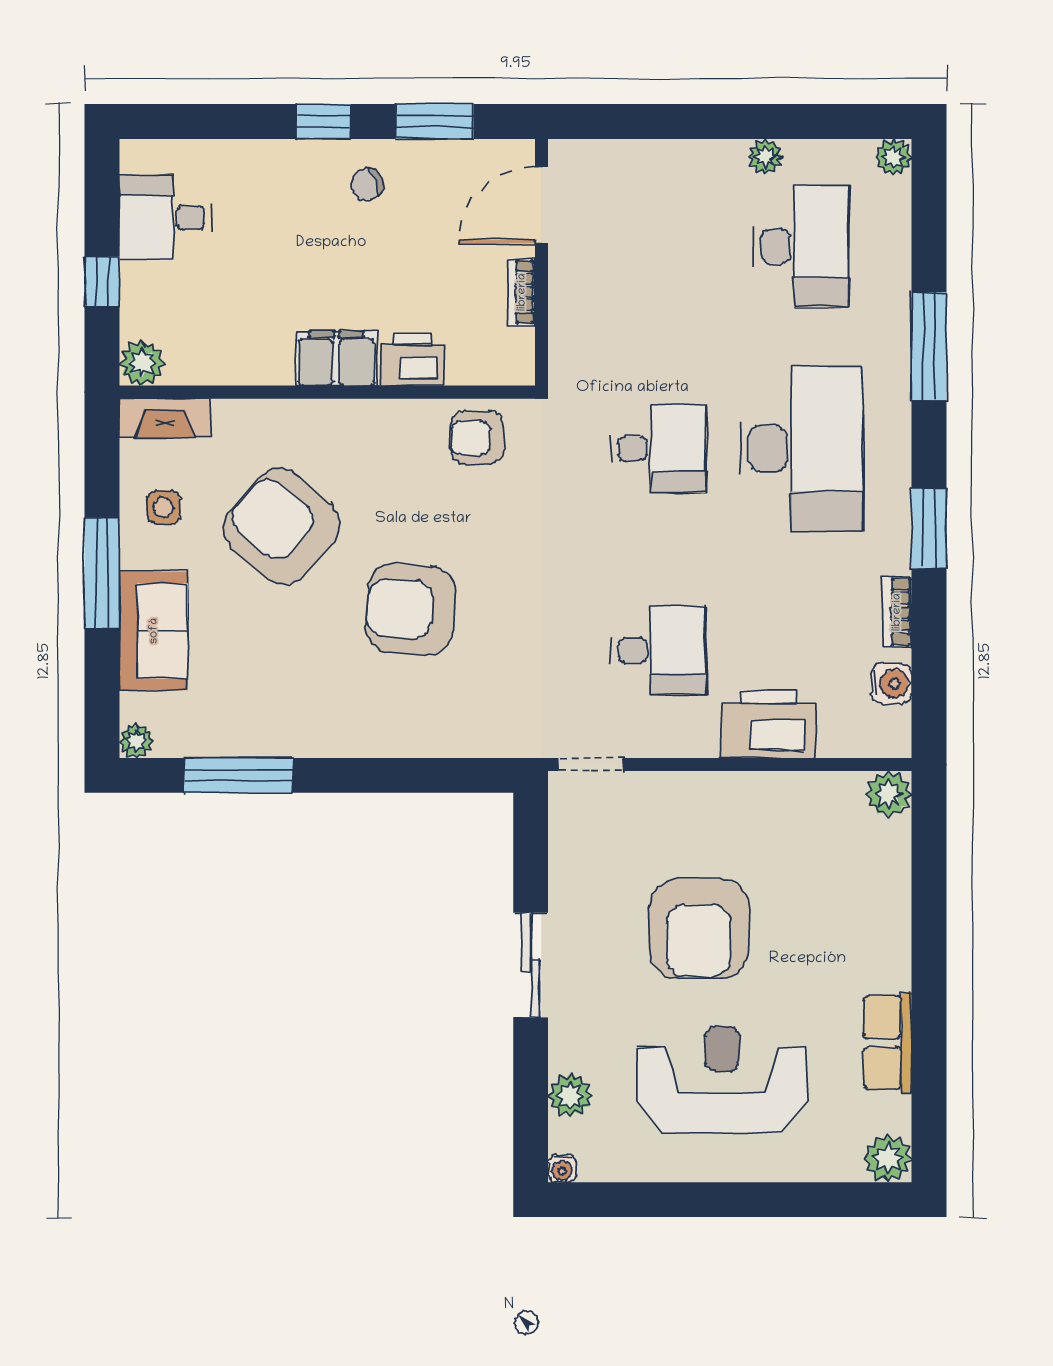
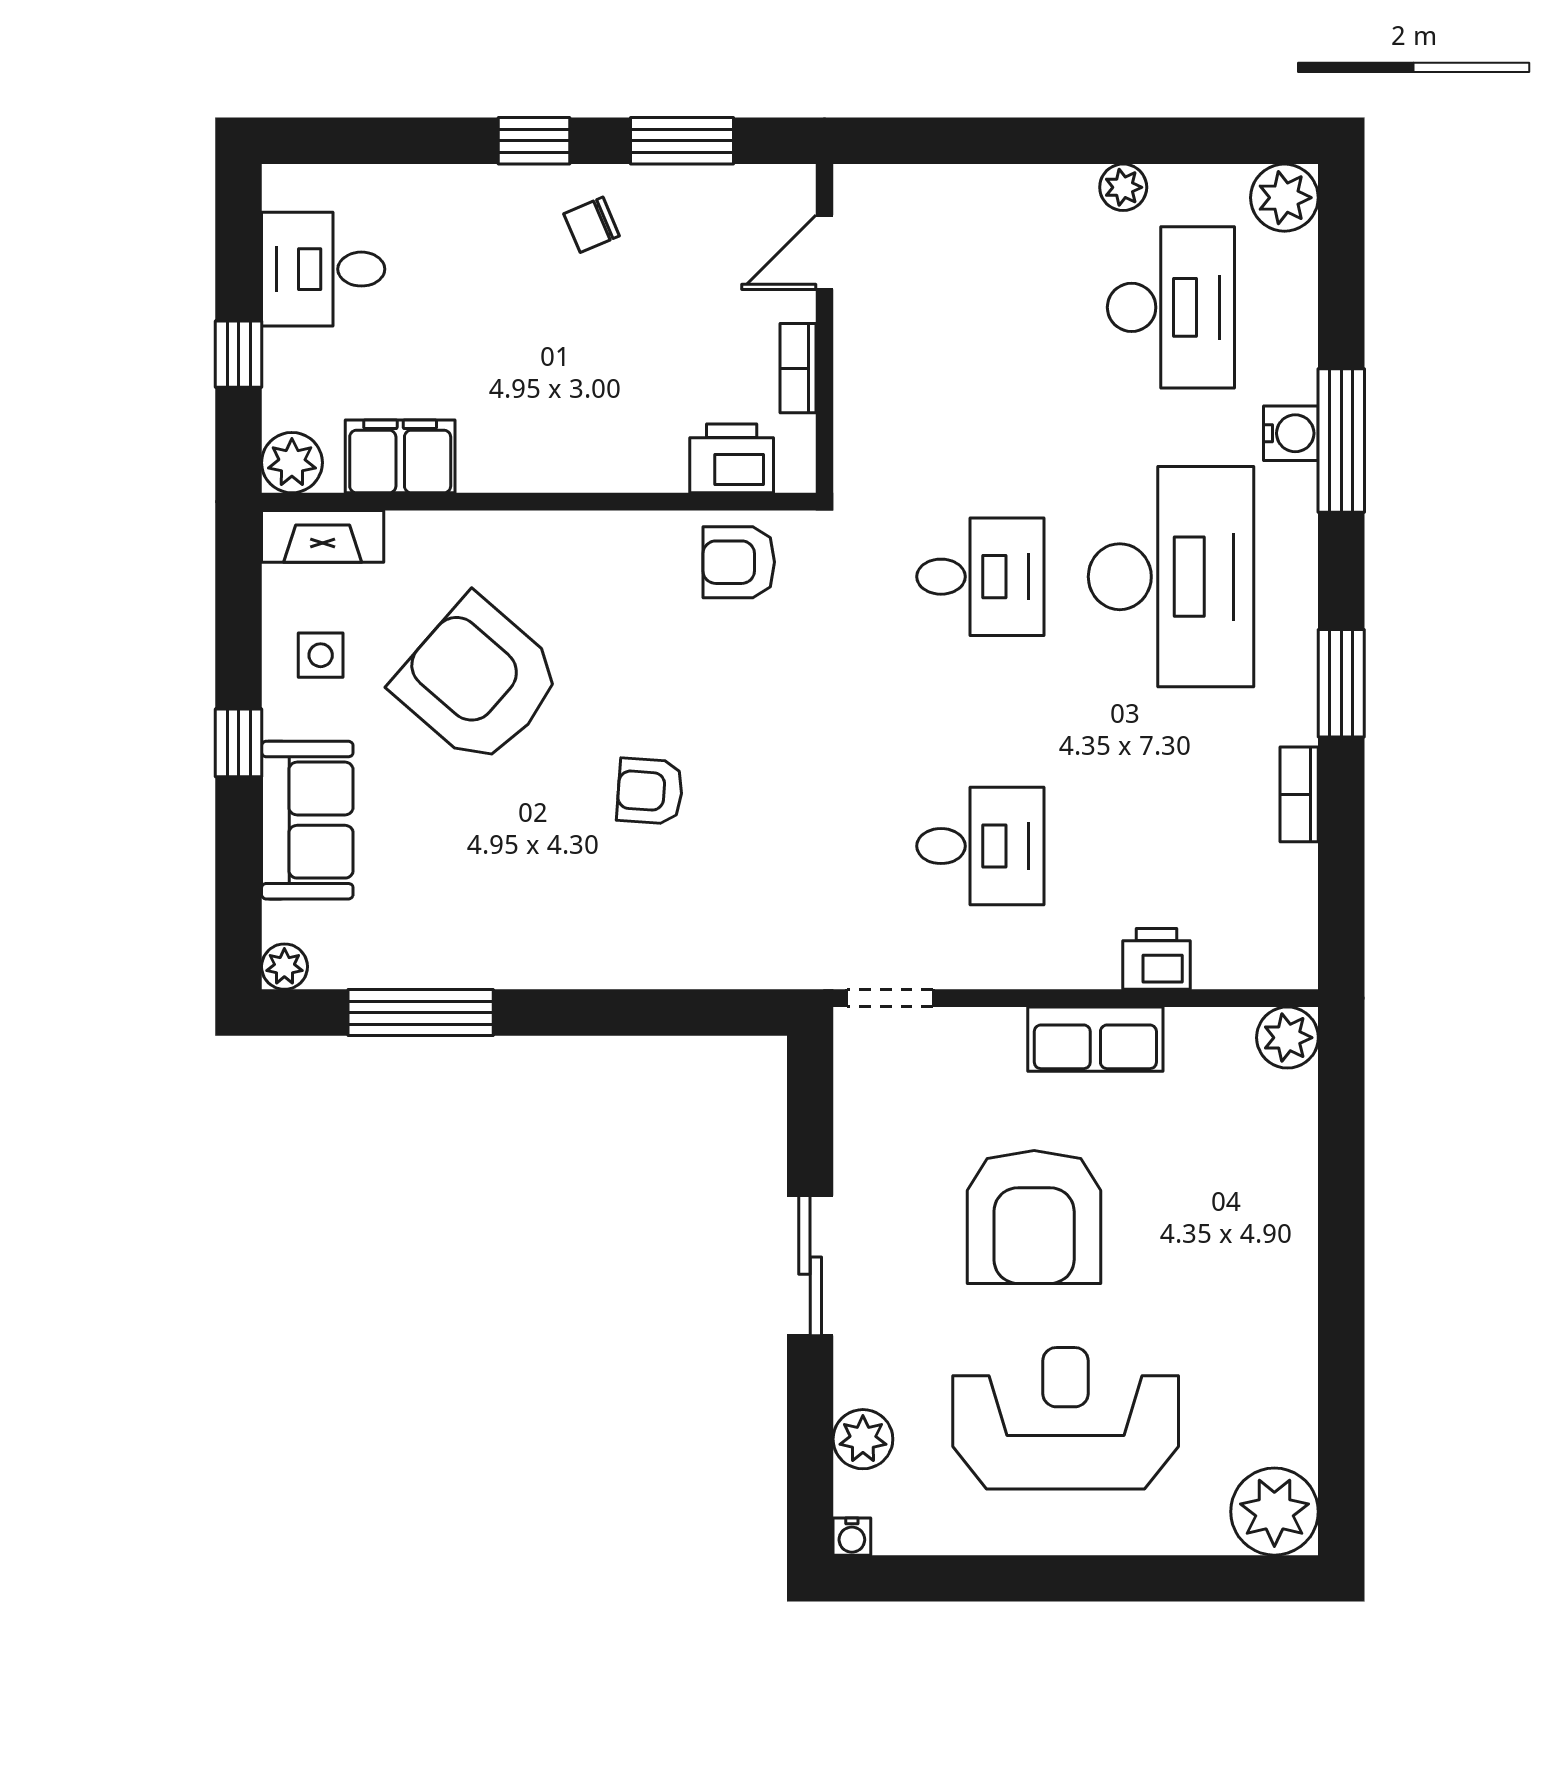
plant: (893, 157) -> (1284, 198), width x1.38, depth x1.38
door: (541, 205) -> (825, 252), width x0.73
filing cabinet: (336, 358) -> (400, 456), moved
printer: (412, 360) -> (732, 458), moved
window: (102, 573) -> (239, 743), width x0.46
armchair: (411, 609) -> (650, 791), width x0.53, depth x0.53
water cooler: (891, 684) -> (1291, 433), moved
printer: (768, 724) -> (1157, 959), width x0.53, depth x0.68
row of seats: (887, 1043) -> (1095, 1039), moved, turned -90
plant: (888, 1158) -> (1274, 1512), width x1.36, depth x1.36

